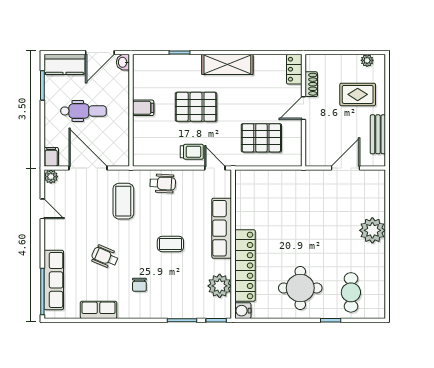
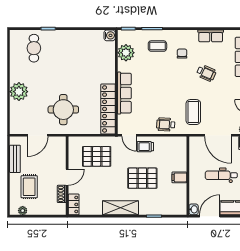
rug: (358, 94) -> (29, 187), turned 90
coffee table: (170, 244) -> (157, 46), moved
locker: (245, 265) -> (108, 109), moved
round table: (300, 288) -> (63, 110), moved

